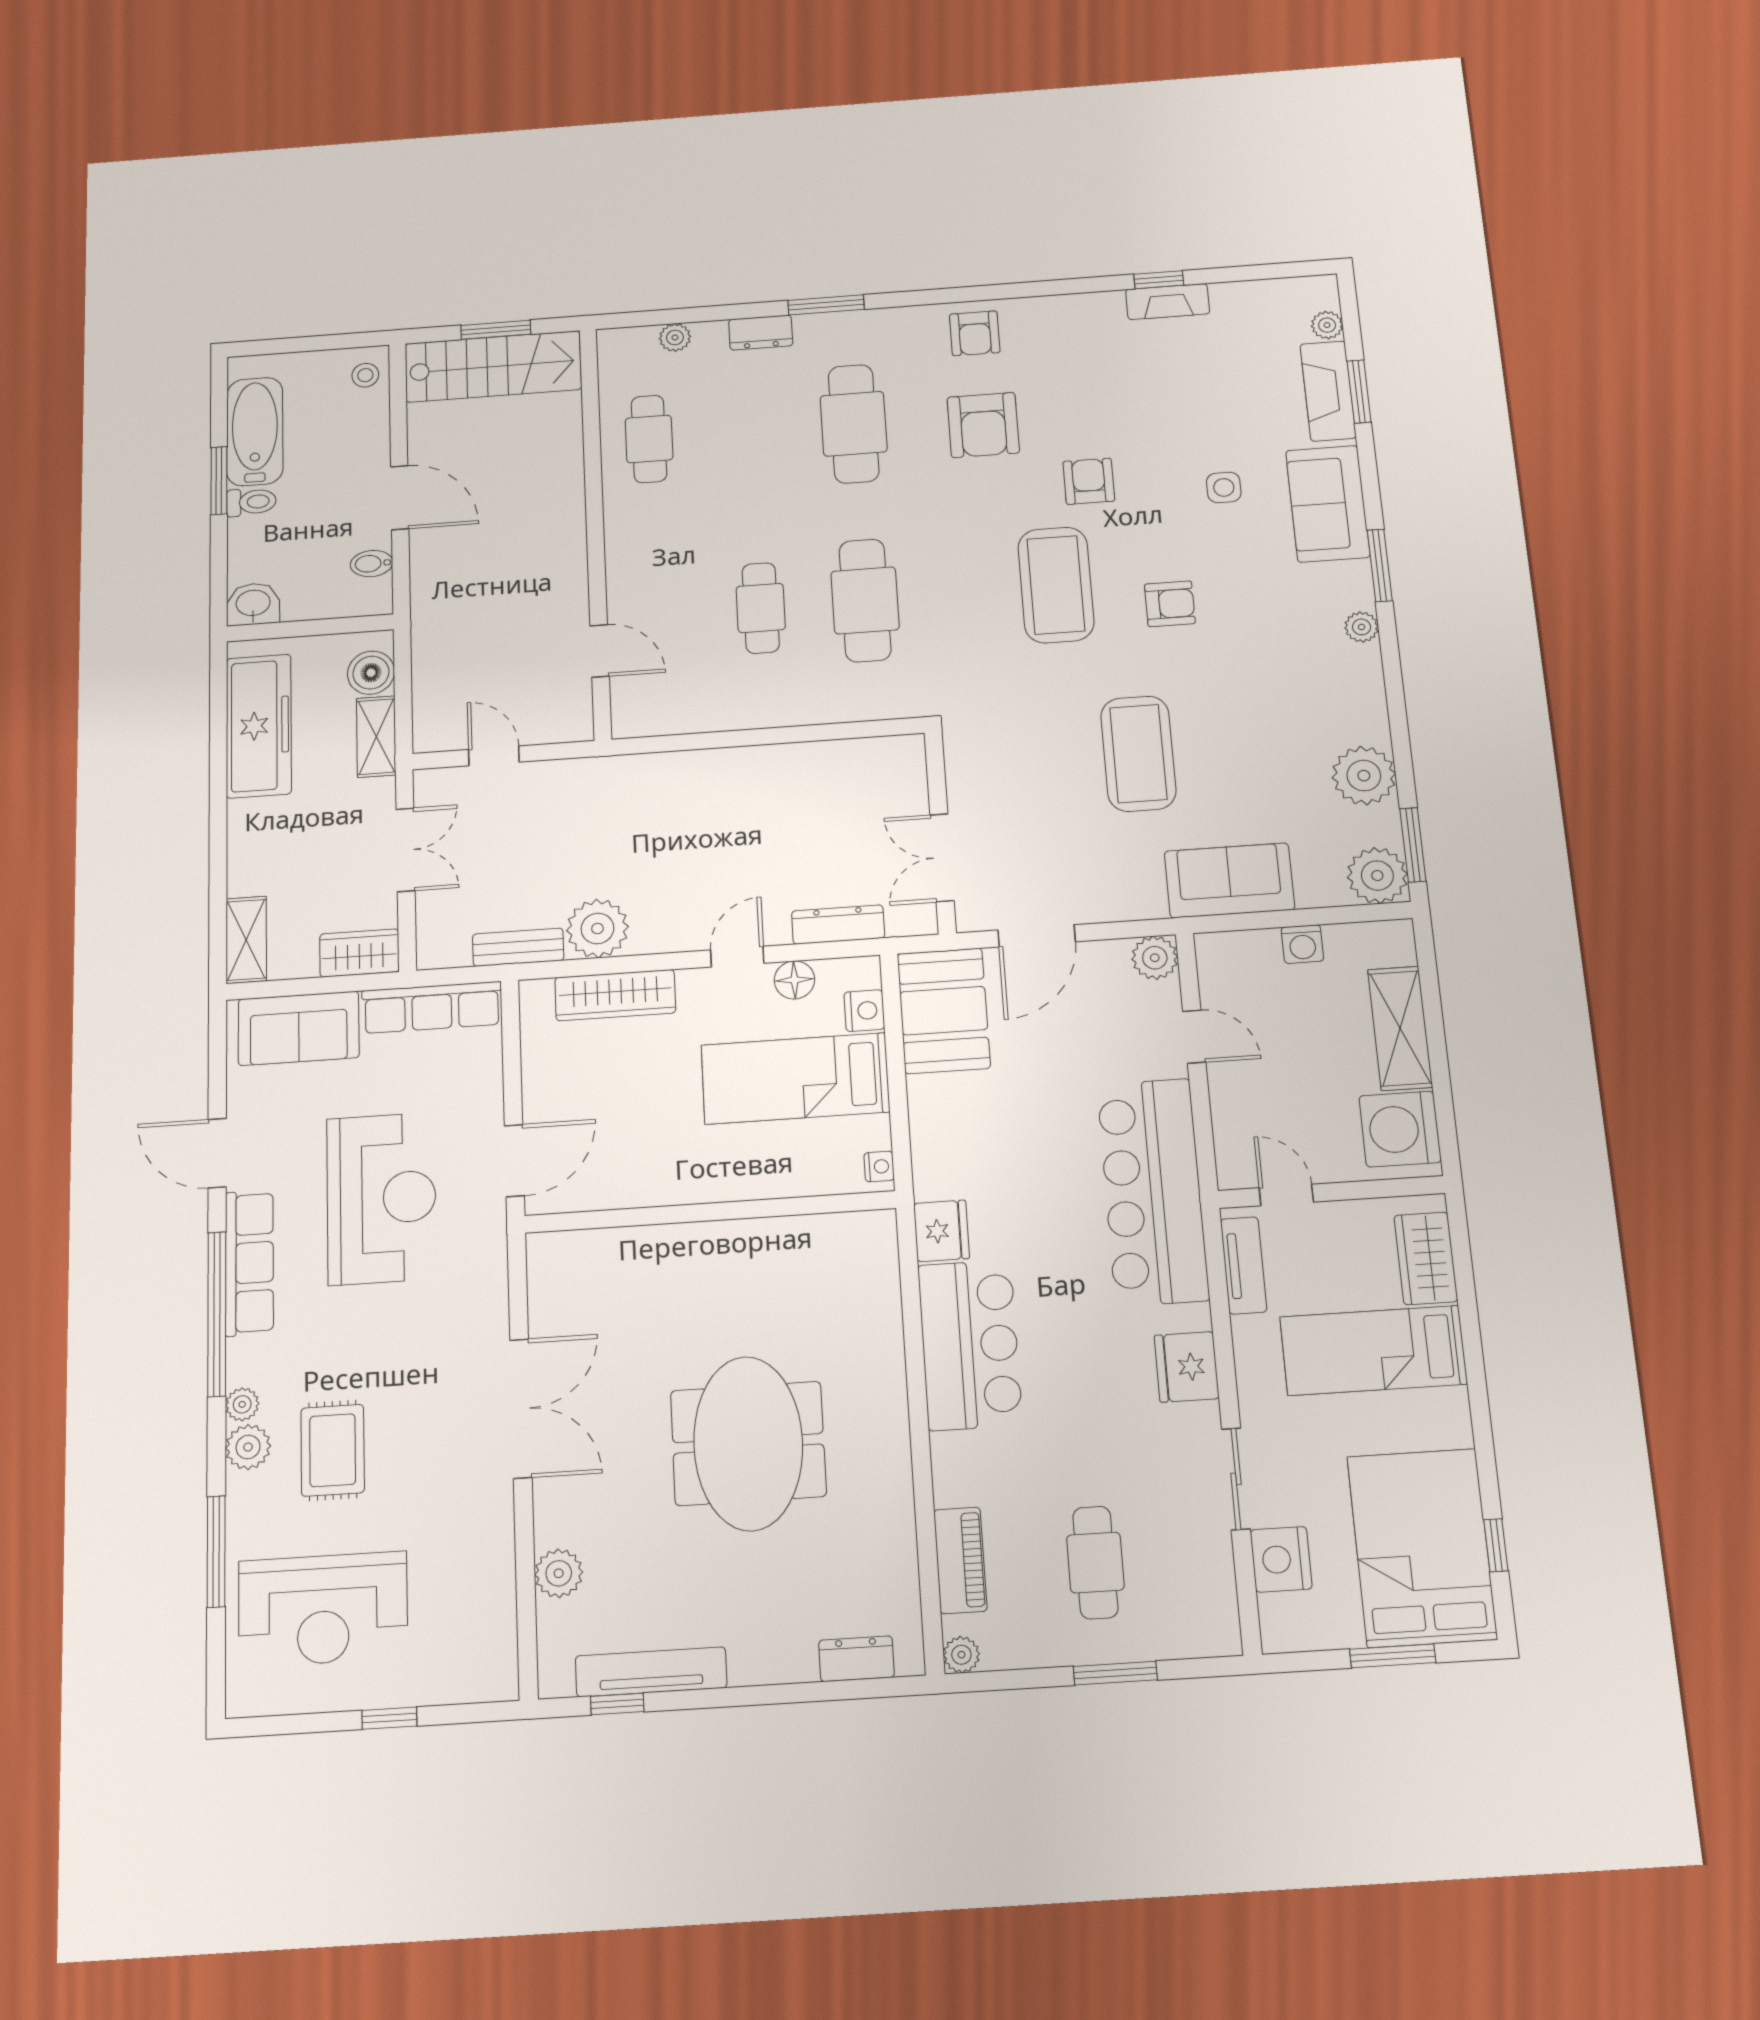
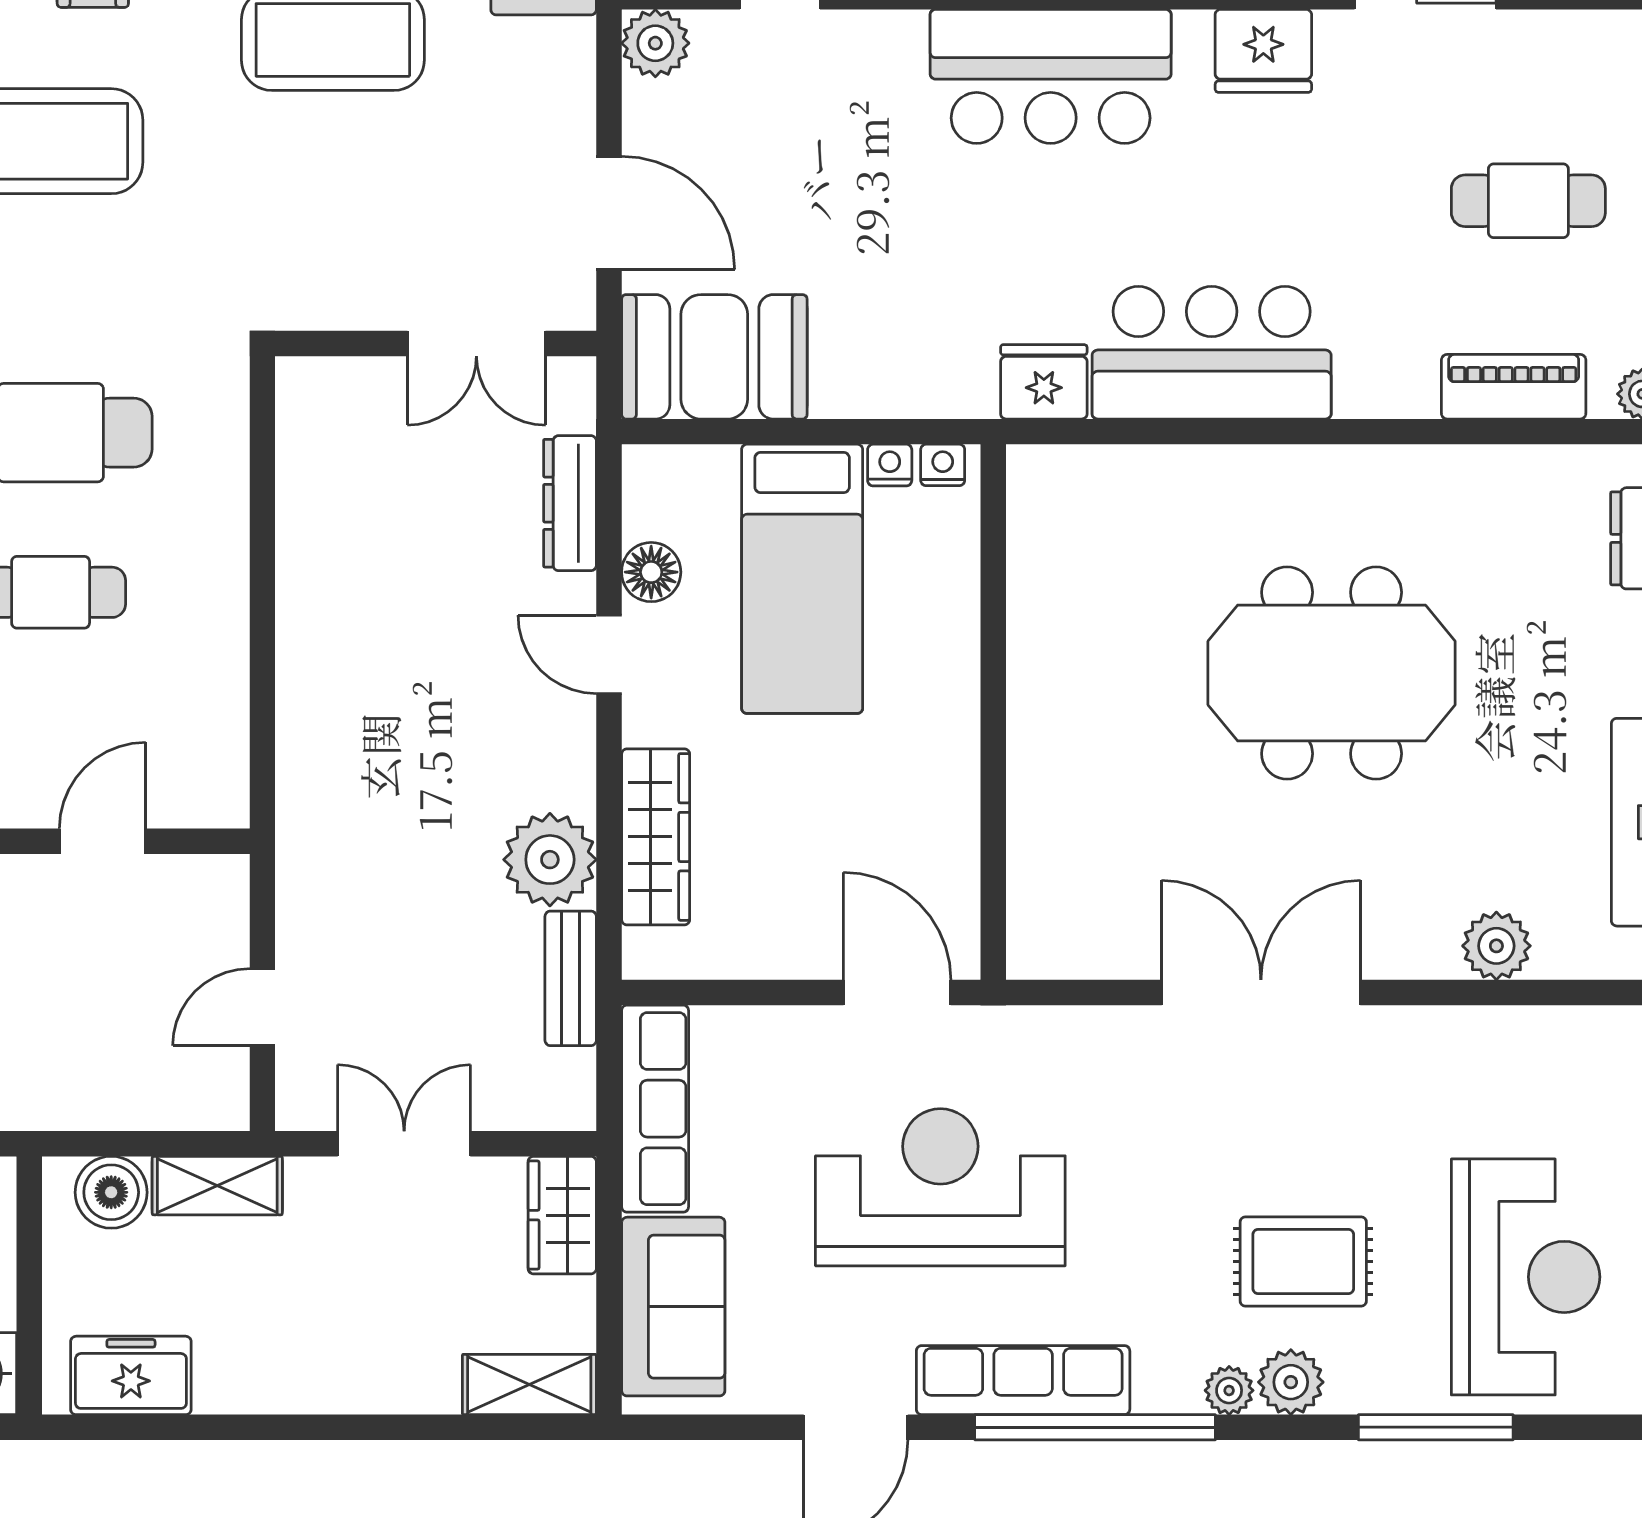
freezer: (259, 726) -> (131, 1375), width x0.52, depth x0.79
nightstand: (864, 1011) -> (890, 465), moved, width x0.72, depth x0.74
bar counter: (1153, 1192) -> (1051, 76), width x0.73

